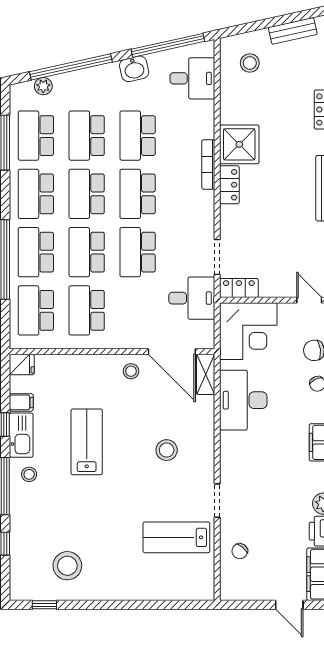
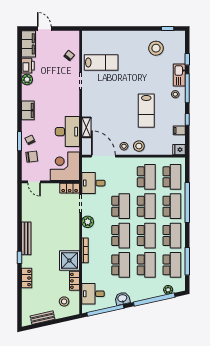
locker: (229, 185) -> (74, 281), moved
plant: (203, 221) -> (88, 222), added
shelving: (206, 374) -> (86, 127), moved
kitchen sink: (21, 435) -> (179, 75), moved
stool: (167, 450) -> (139, 146), moved

